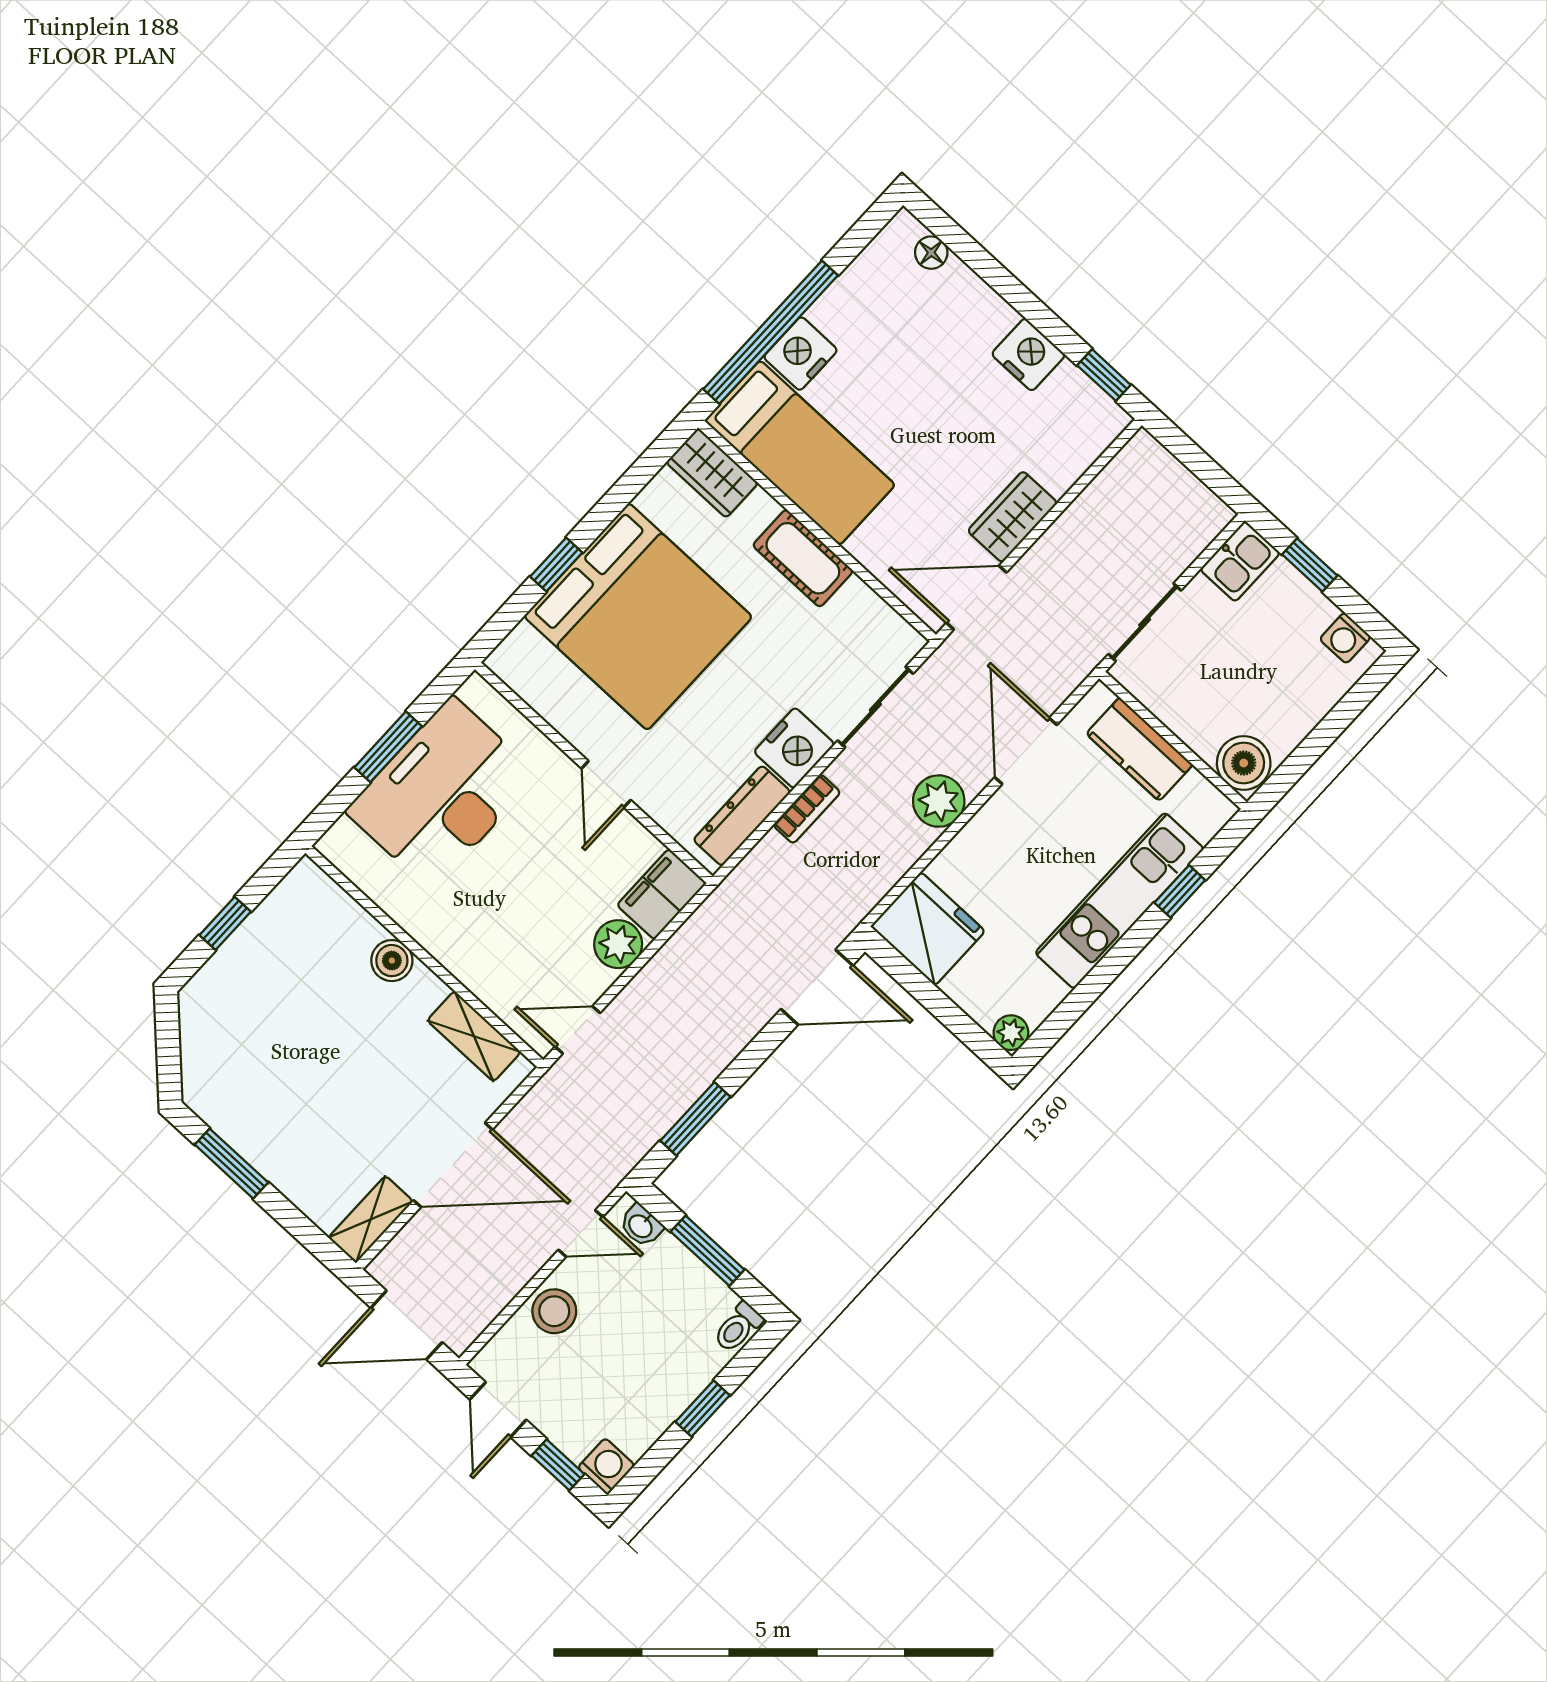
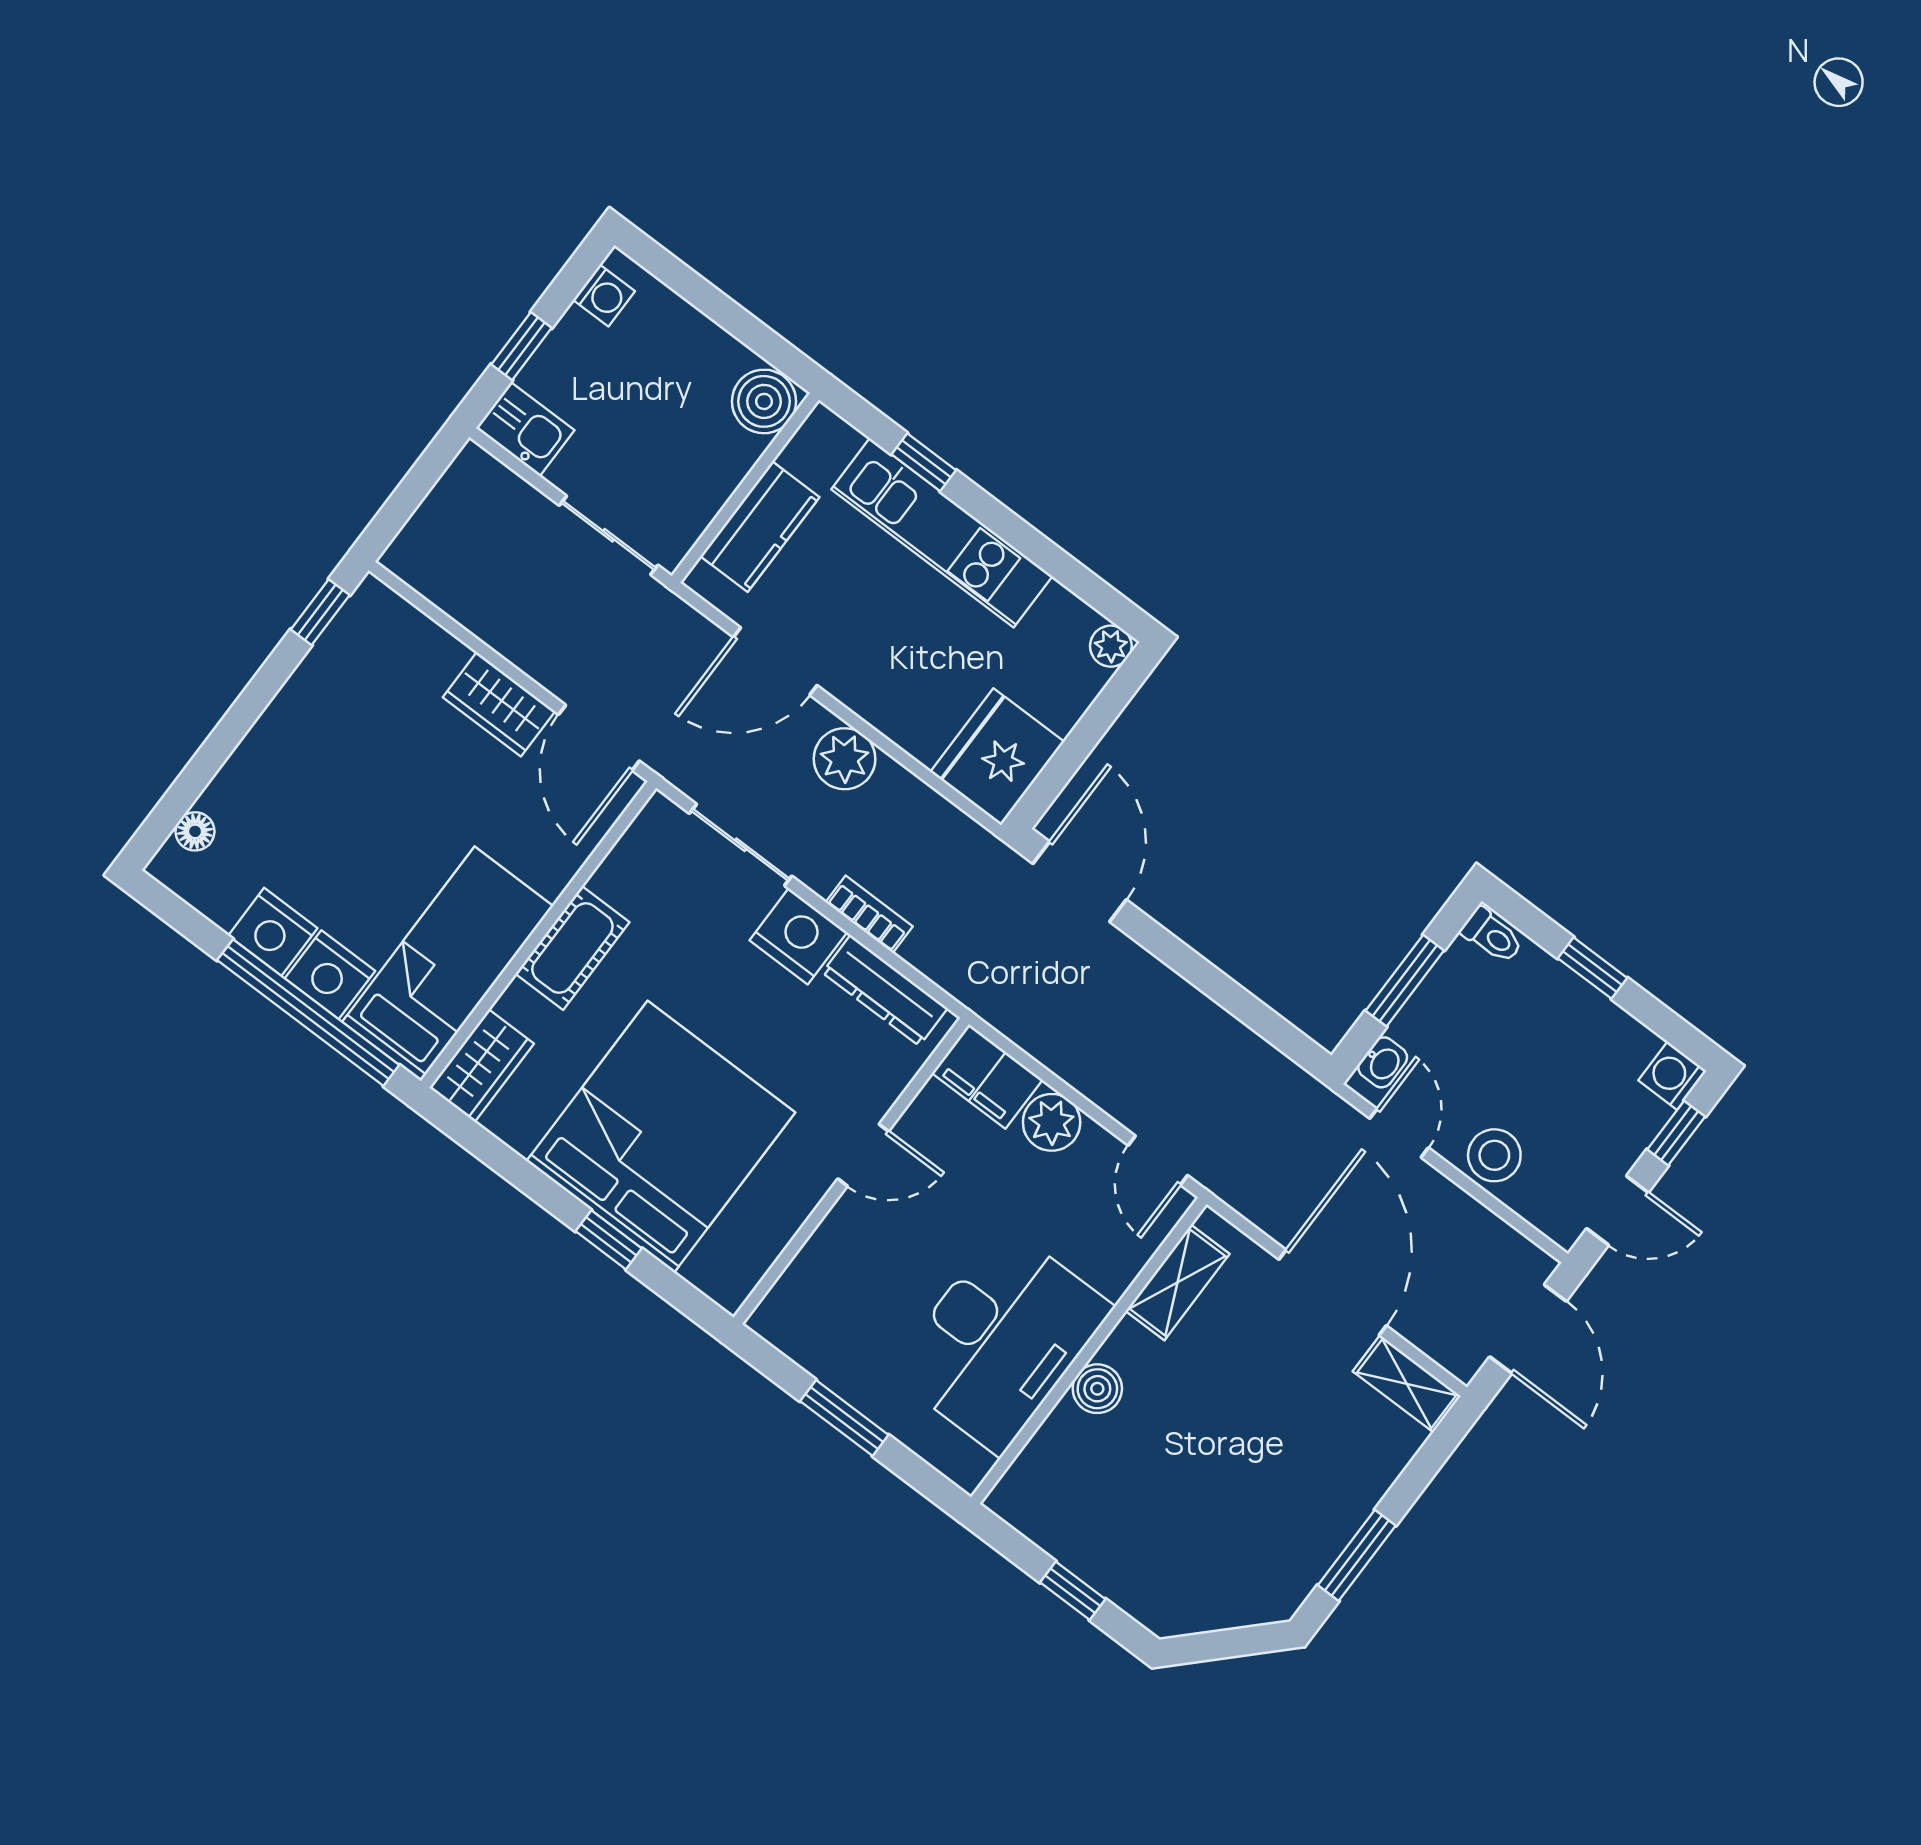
nightstand: (1028, 355) -> (273, 932), moved, turned -90
desk: (442, 793) -> (1001, 1340), moved, turned -90
window: (695, 1119) -> (1250, 1010), removed

